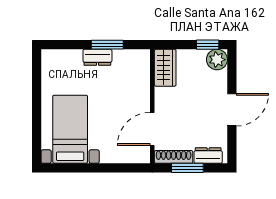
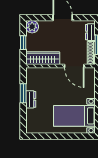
window: (208, 45) -> (23, 43), moved
wardrobe: (165, 68) -> (43, 58), width x1.50

